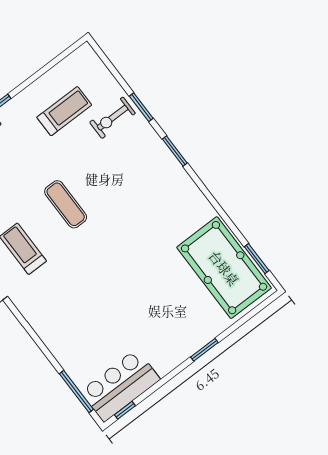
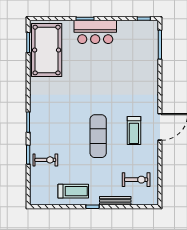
treadmill: (64, 111) -> (73, 191), moved, turned 180
exercise mat: (66, 204) -> (98, 136), width x1.36, depth x1.45
bar counter: (120, 385) -> (95, 32), moved

